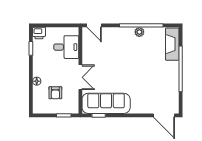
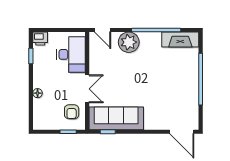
plant: (139, 32) -> (129, 42), moved, width x1.87, depth x1.87
fireplace: (172, 44) -> (180, 39), moved, turned -90
desk: (66, 47) -> (71, 54), width x1.37
armchair: (55, 93) -> (72, 112), moved

